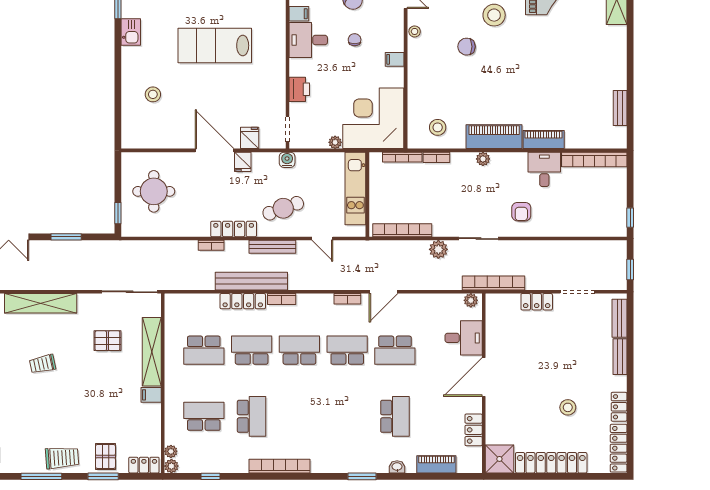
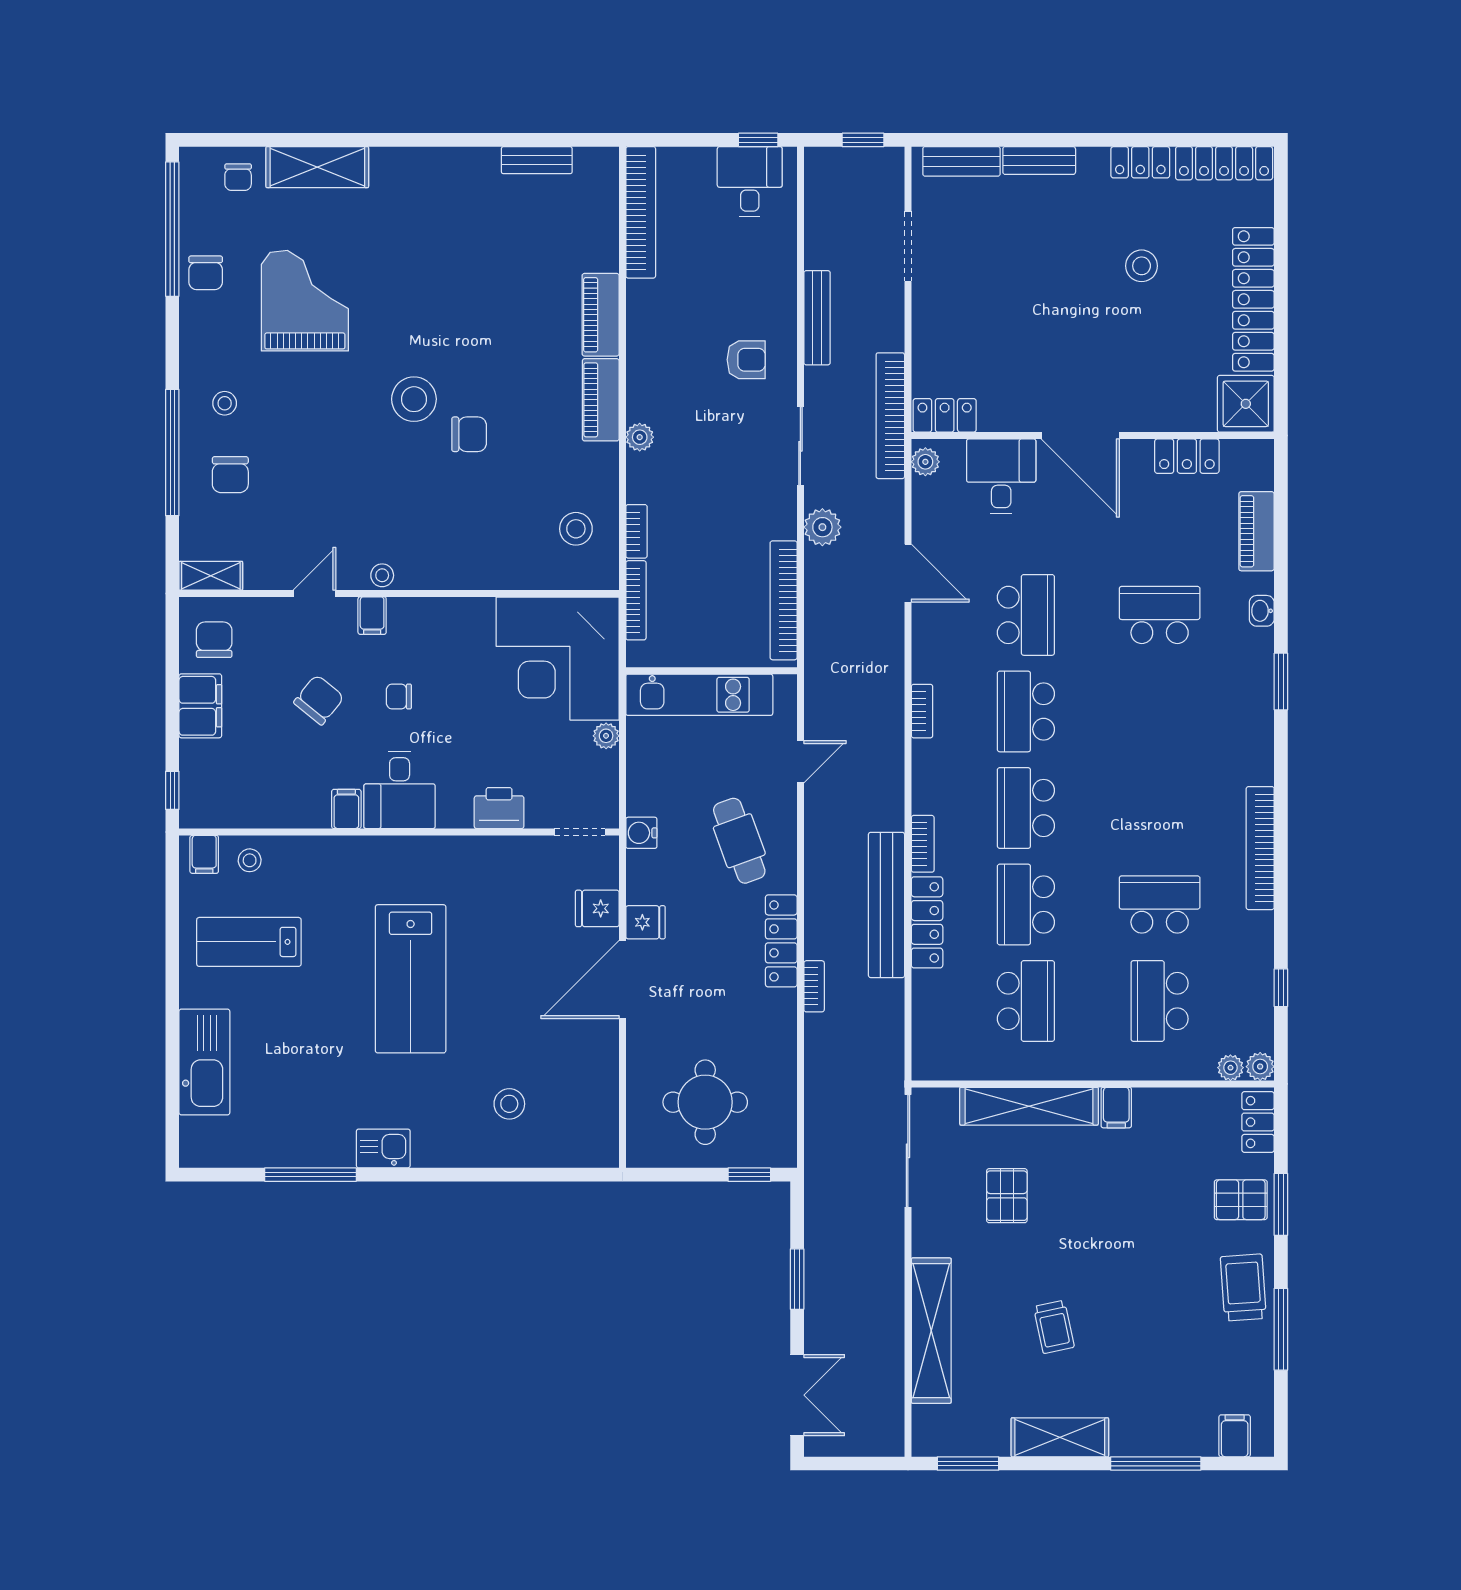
stool: (494, 15) -> (414, 399), moved
chair: (467, 47) -> (469, 434), moved, turned -90
filing cabinet: (395, 59) -> (372, 616), moved
piano: (494, 137) -> (601, 400), width x0.73, depth x0.75
desk: (544, 169) -> (750, 182), moved, turned 90
bench: (272, 247) -> (817, 318), moved
door: (384, 292) -> (908, 573), moved
locker: (537, 302) -> (945, 415), moved, turned -90

